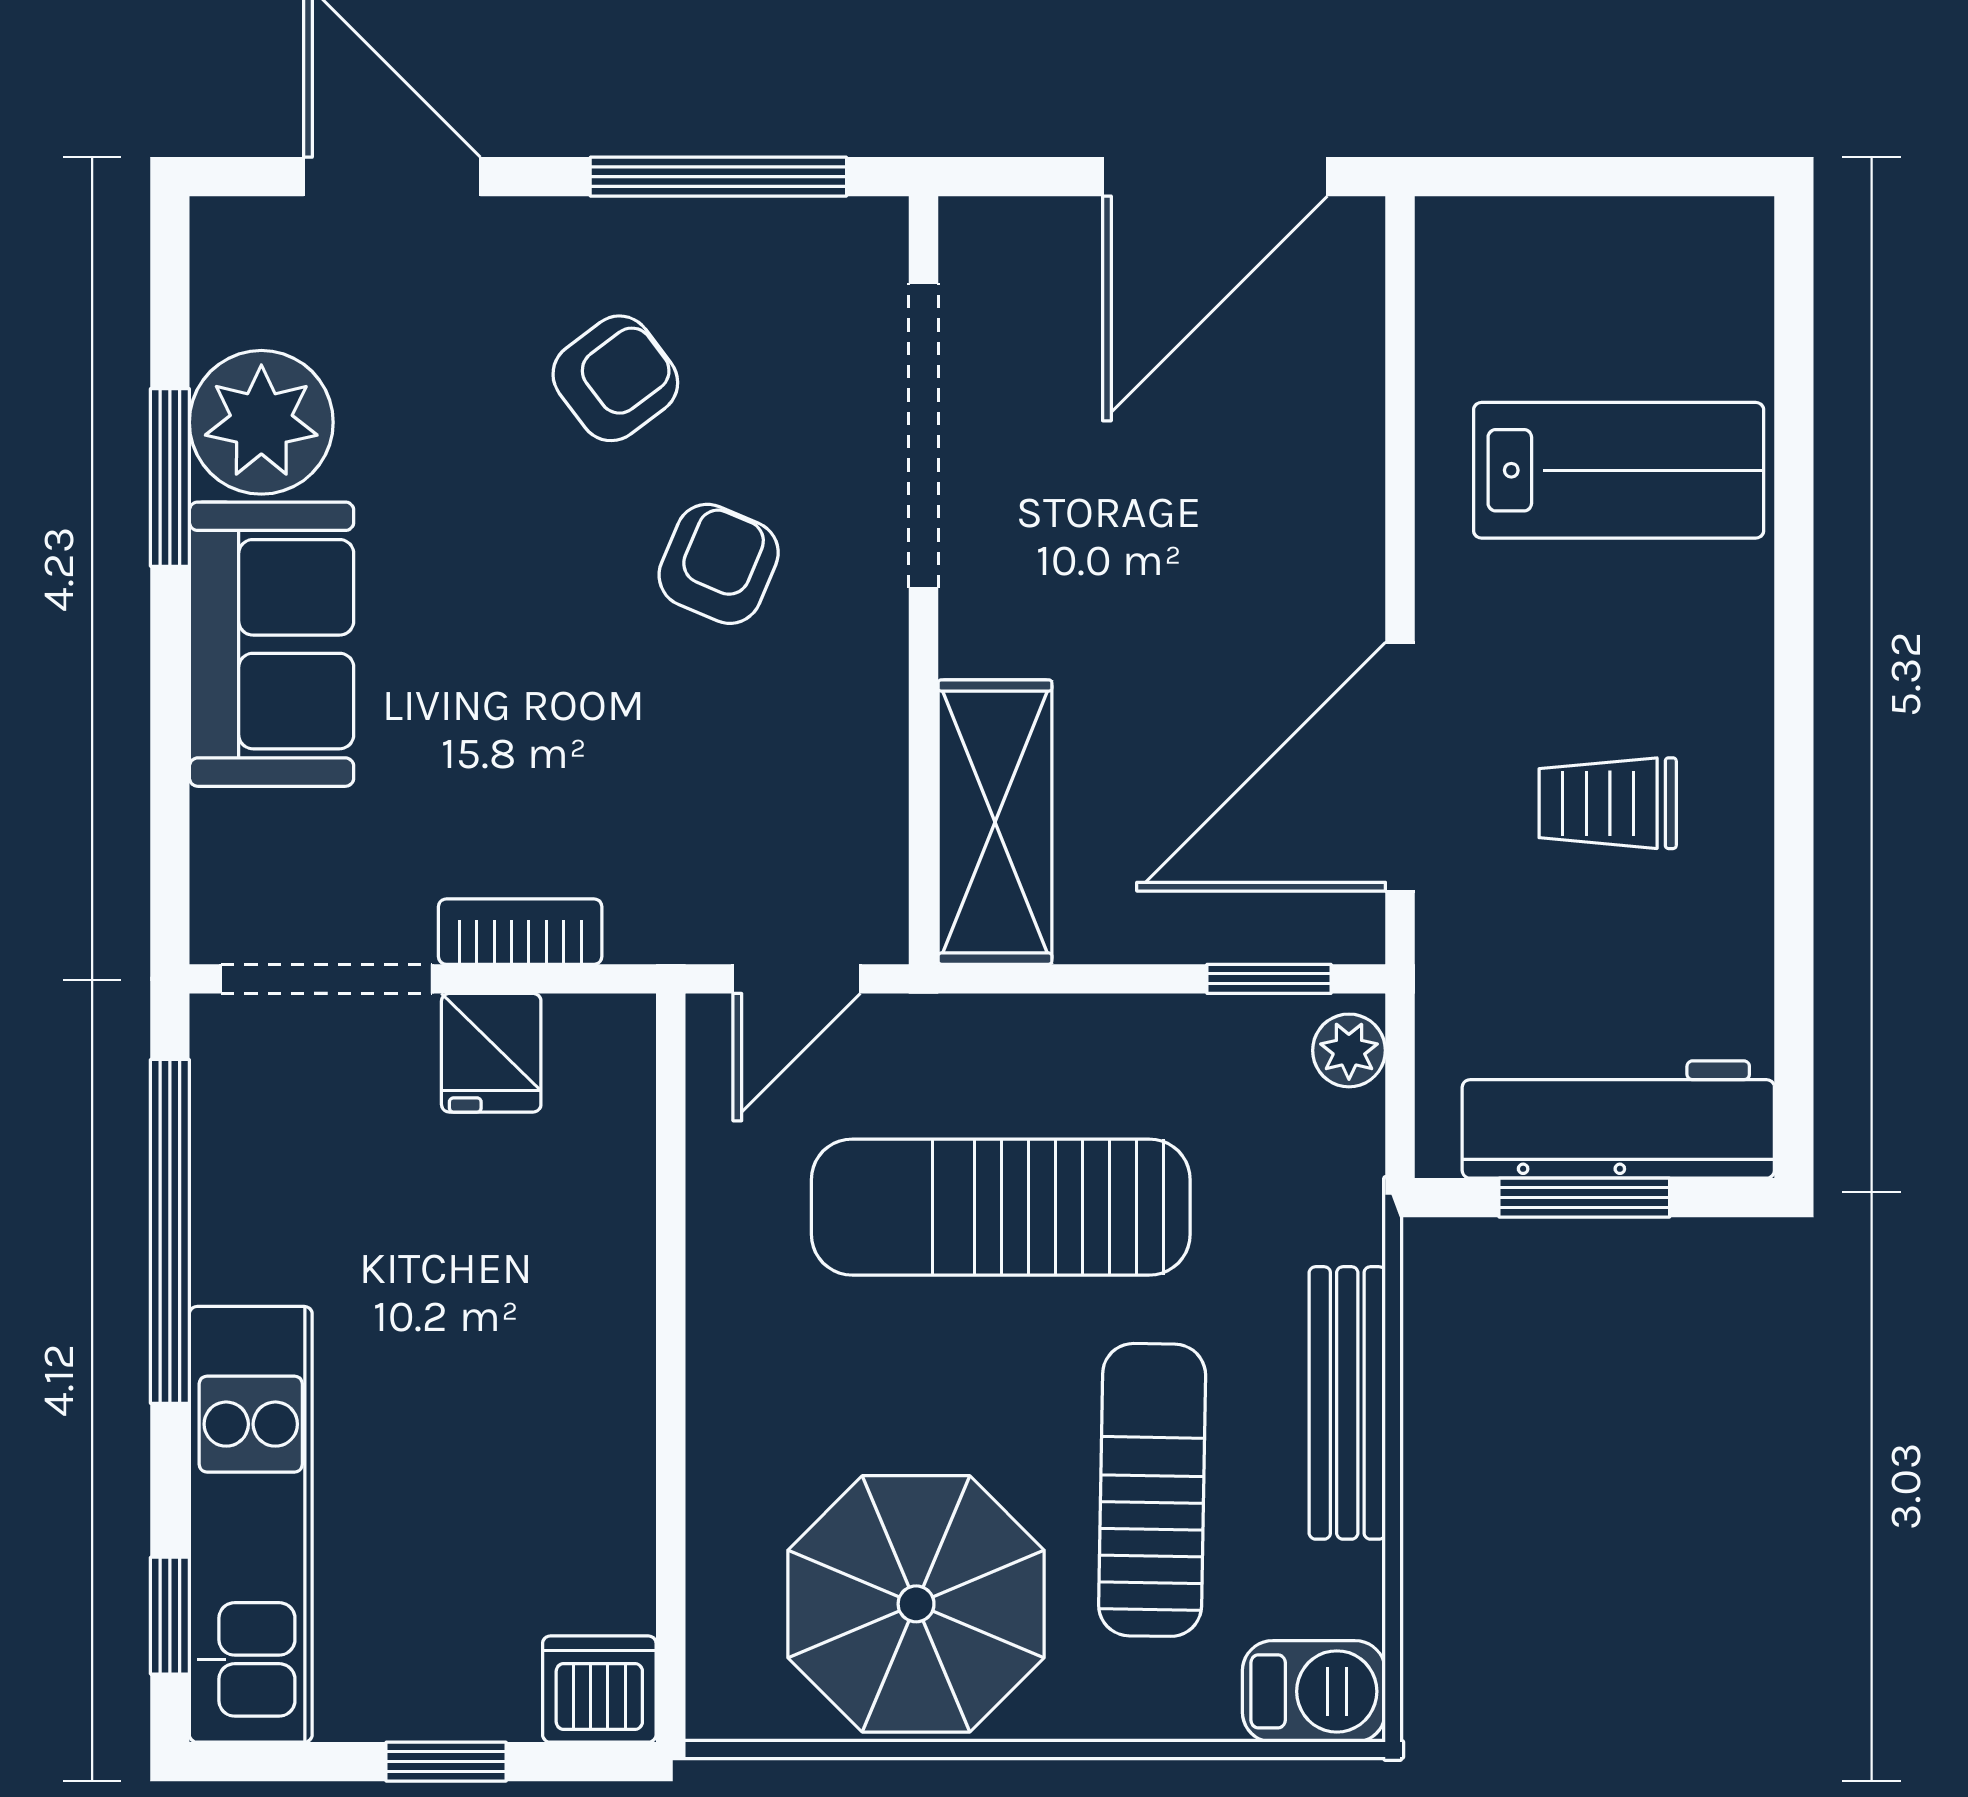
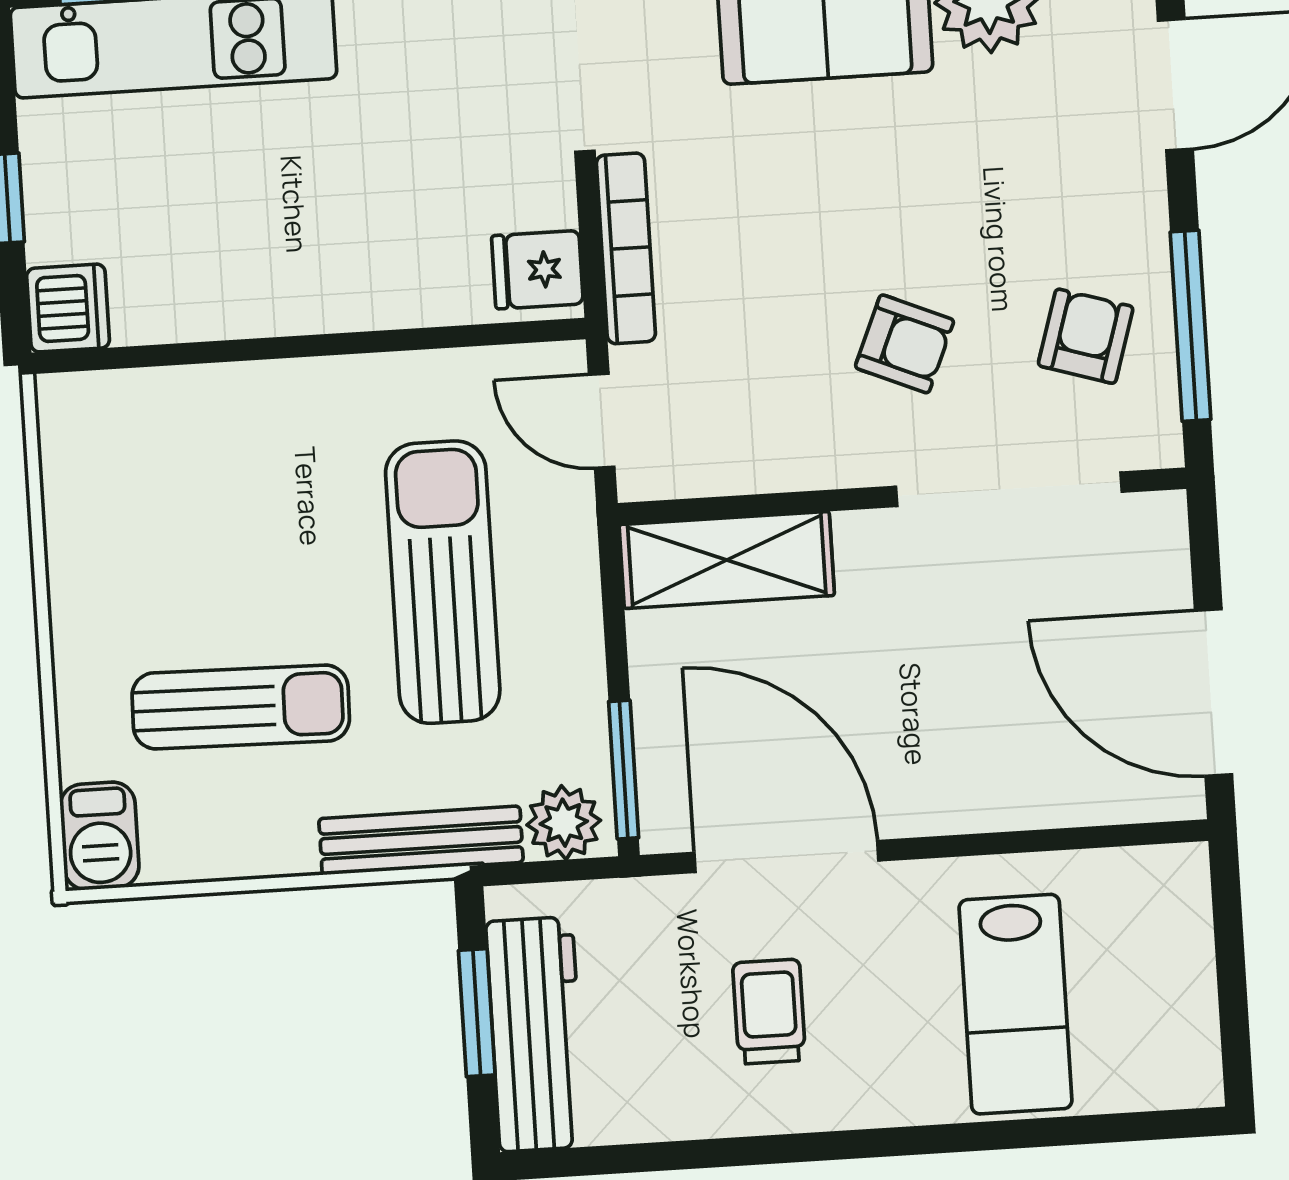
armchair: (615, 378) -> (1086, 336), moved, turned -126
bookcase: (520, 932) -> (626, 248), width x1.56
window: (1269, 979) -> (624, 770), width x1.50
plant: (1349, 1050) -> (564, 823), width x1.38, depth x1.38
fridge: (491, 1053) -> (537, 270), moved
bench: (1347, 1403) -> (421, 840), moved
parasol: (916, 1604) -> (146, 538), removed

